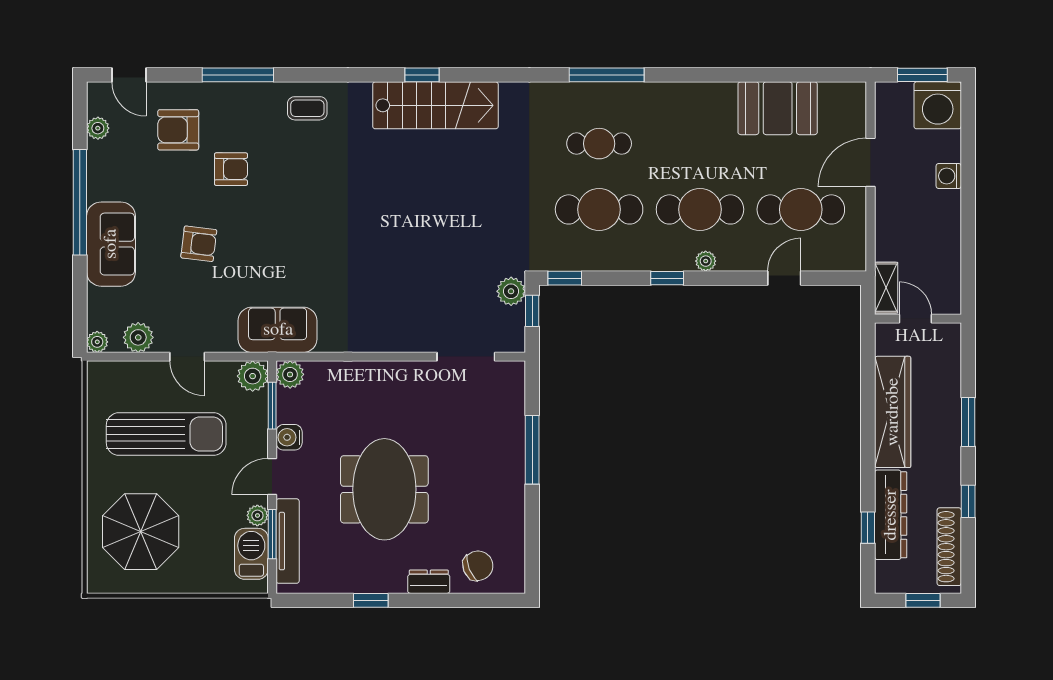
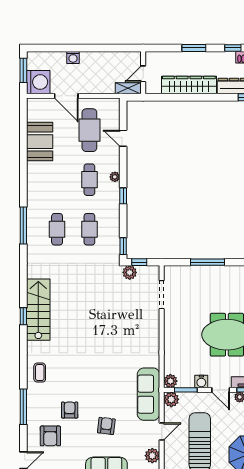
washing machine: (938, 105) -> (38, 82), moved
cafe table: (599, 209) -> (89, 229), width x0.73, depth x0.74
cafe table: (700, 209) -> (89, 180), width x0.73, depth x0.74
sofa: (278, 330) -> (149, 394), width x1.36

